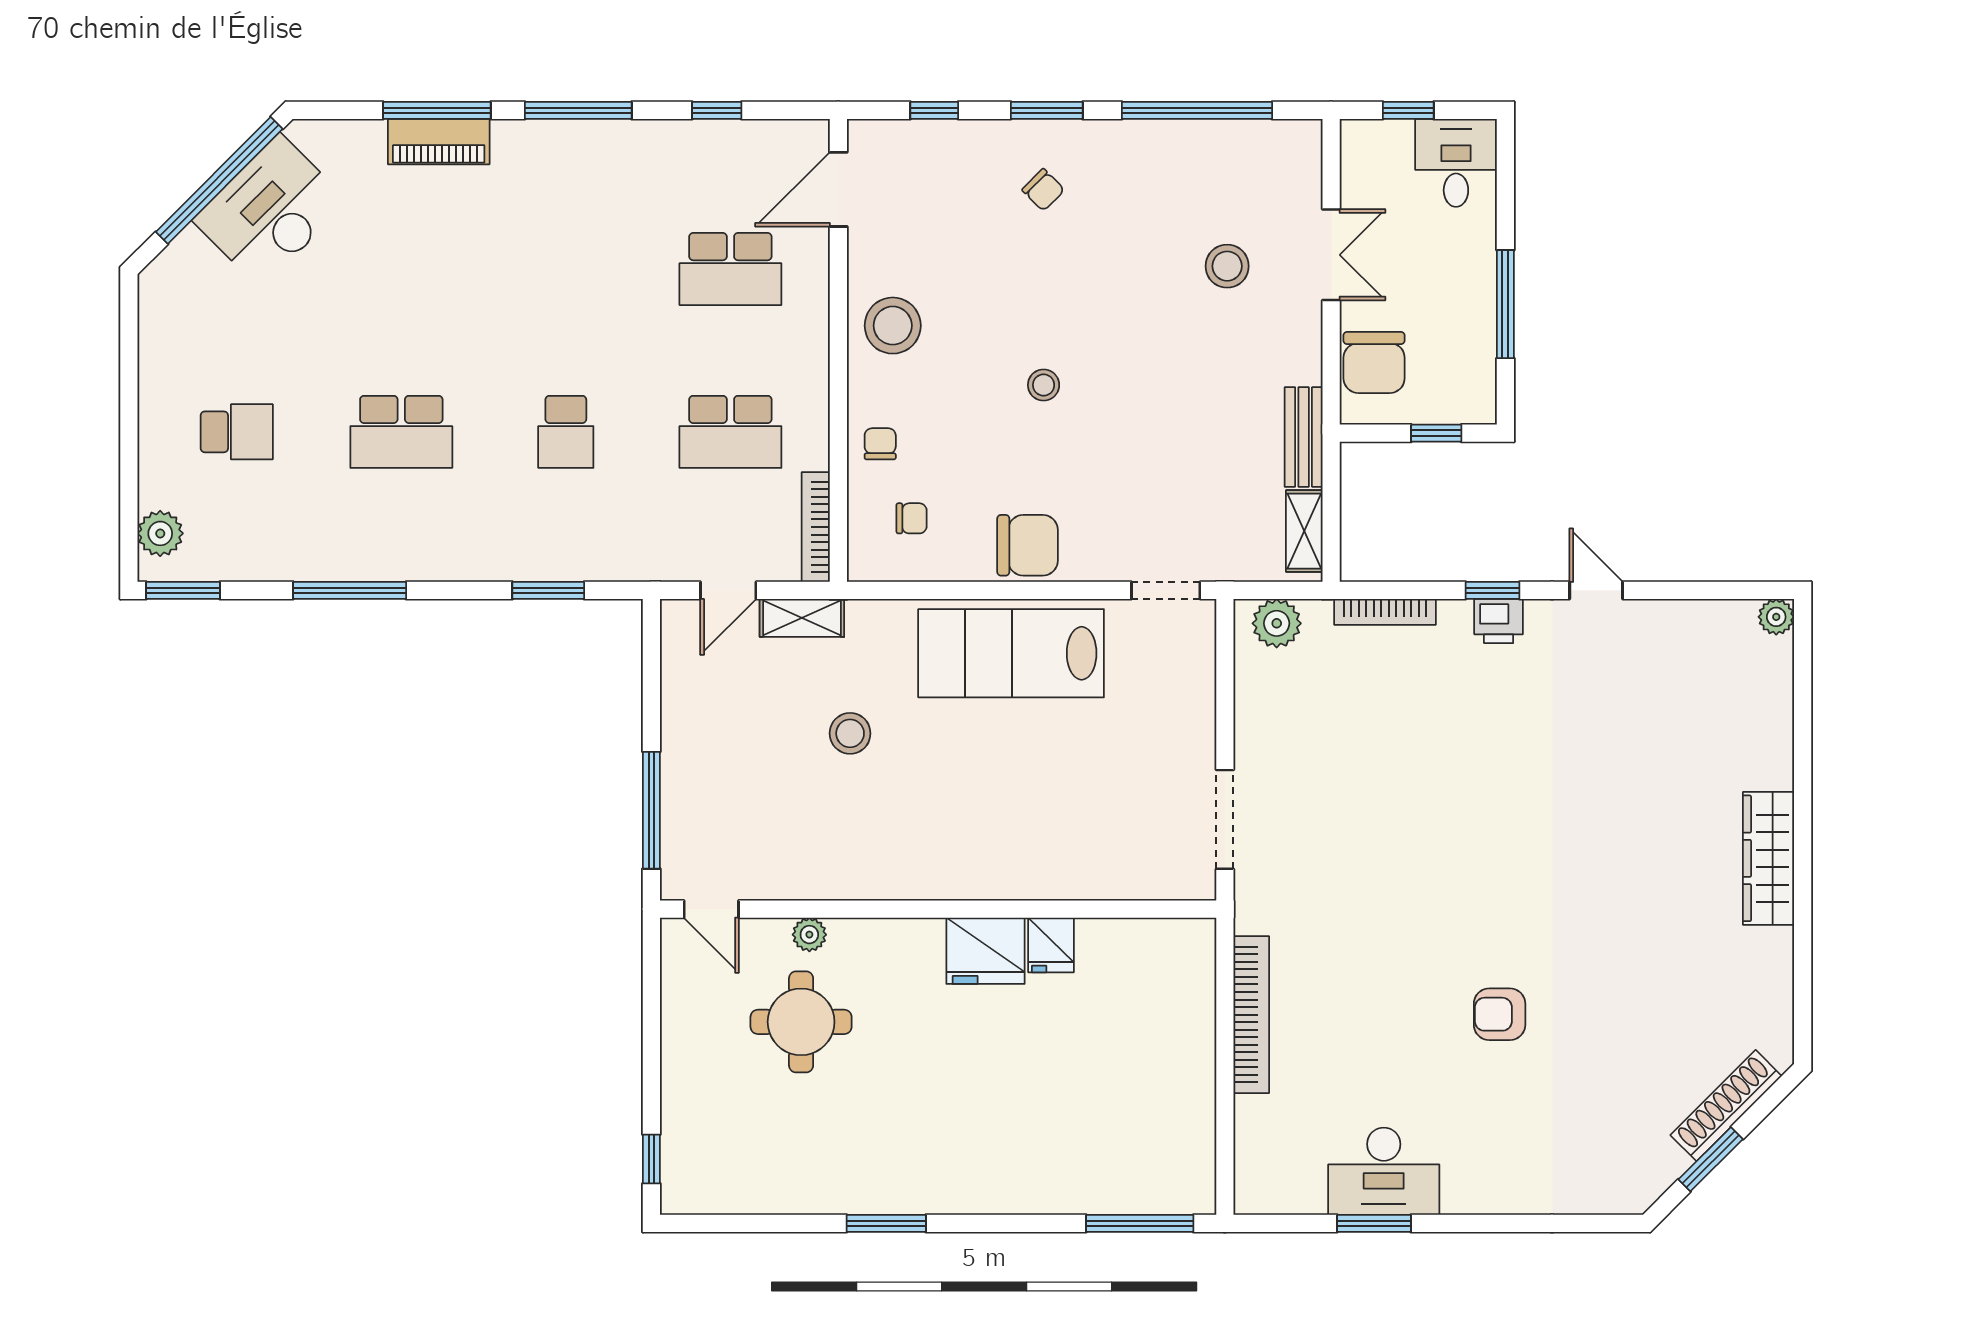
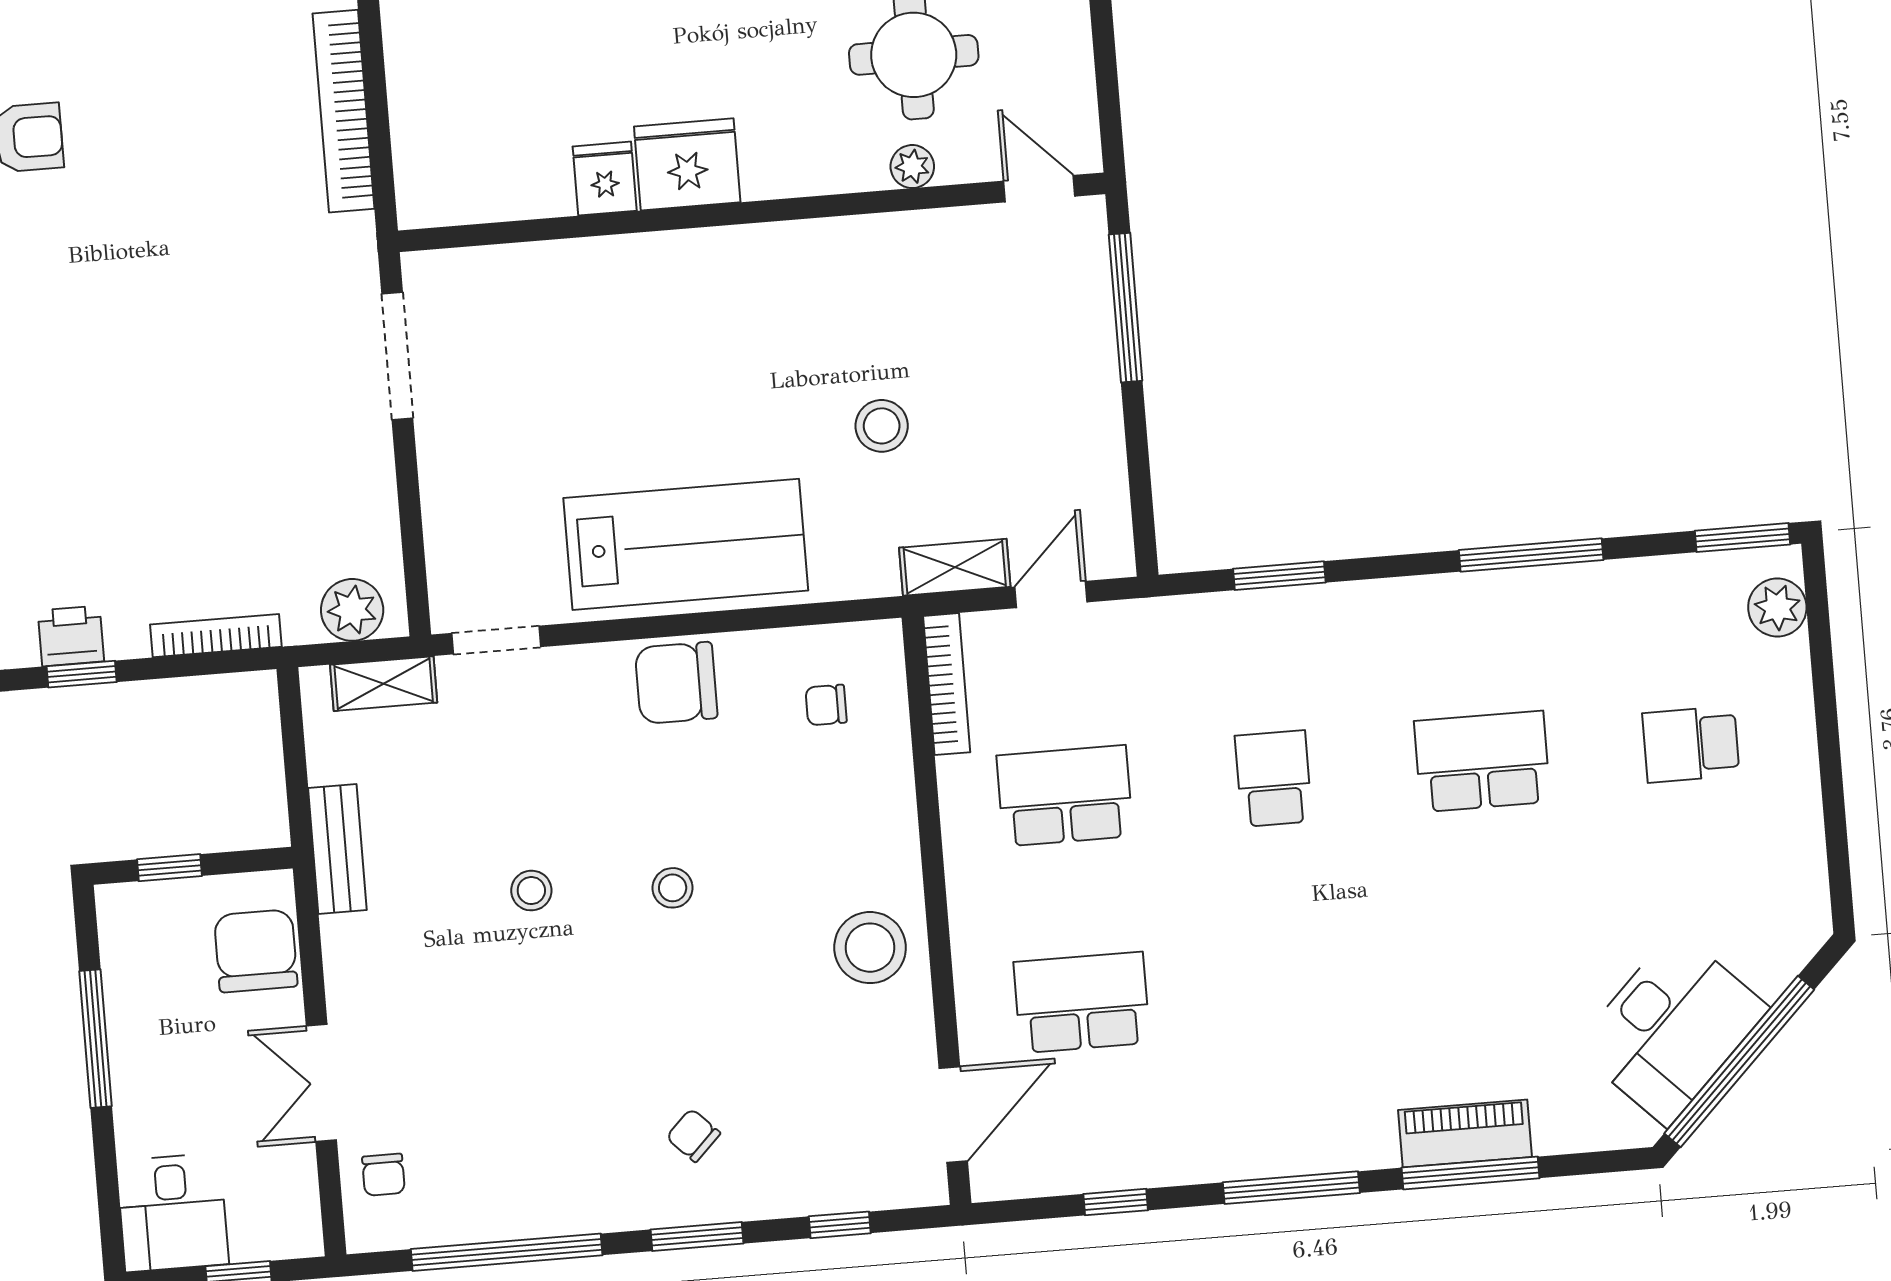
stool: (1227, 266) -> (531, 891), moved, width x0.73, depth x0.73
chair: (880, 444) -> (383, 1175), moved
shelving: (1304, 531) -> (384, 684), moved, turned 90

